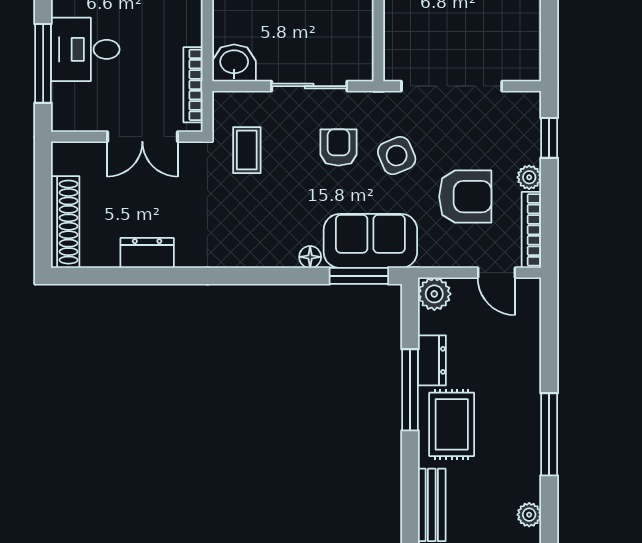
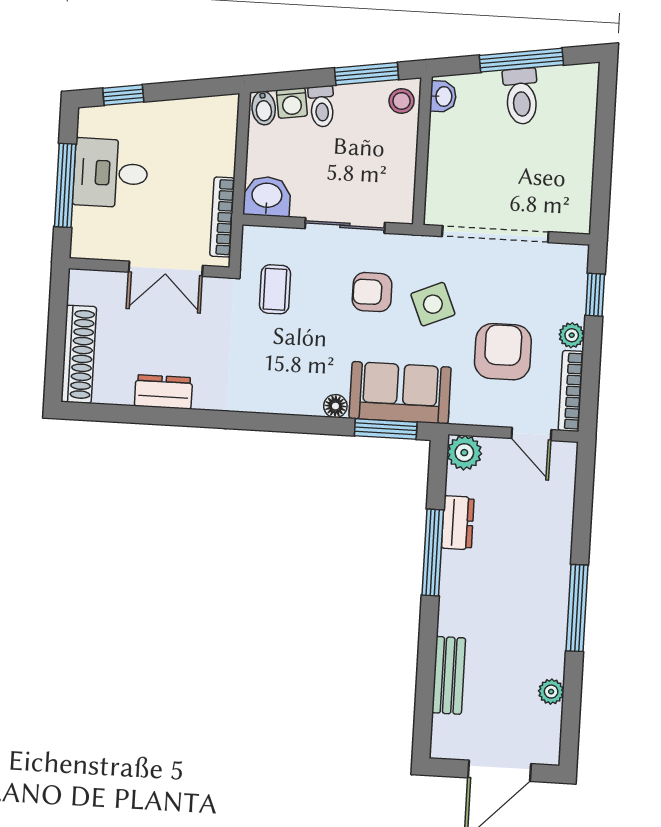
armchair: (338, 147) -> (372, 292), turned -90
armchair: (465, 197) -> (503, 352), turned -90
rug: (452, 424) -> (475, 591), removed

